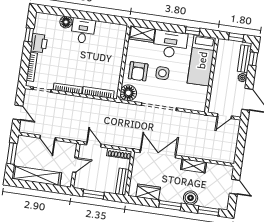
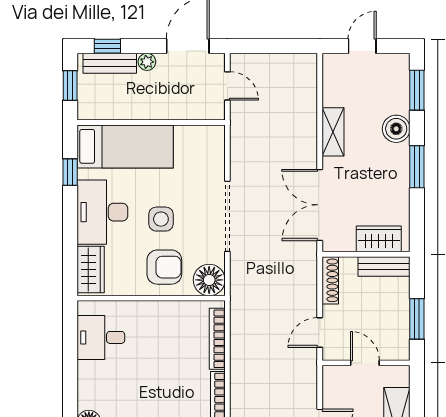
desk: (83, 31) -> (101, 337), moved
wardrobe: (148, 192) -> (379, 239), moved, turned 90

